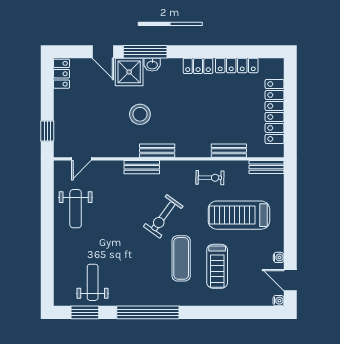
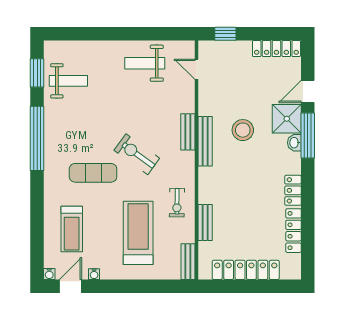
locker: (62, 74) -> (276, 49), width x1.53
bench: (157, 151) -> (205, 141), width x1.36
treadmill: (217, 266) -> (72, 229), moved, turned -90

